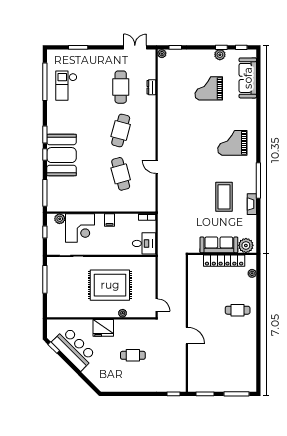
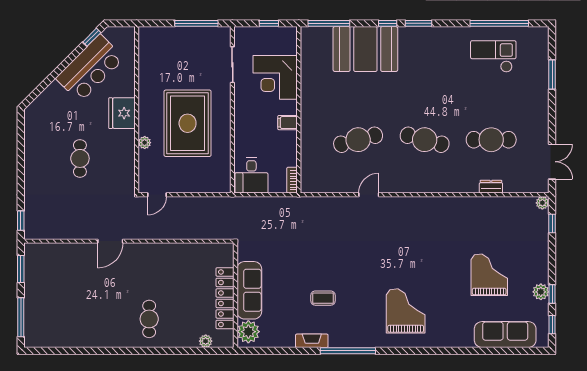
booth: (61, 155) -> (365, 49), moved
coffee table: (224, 197) -> (323, 298), width x0.54, depth x0.58
plant: (60, 219) -> (289, 46), removed

